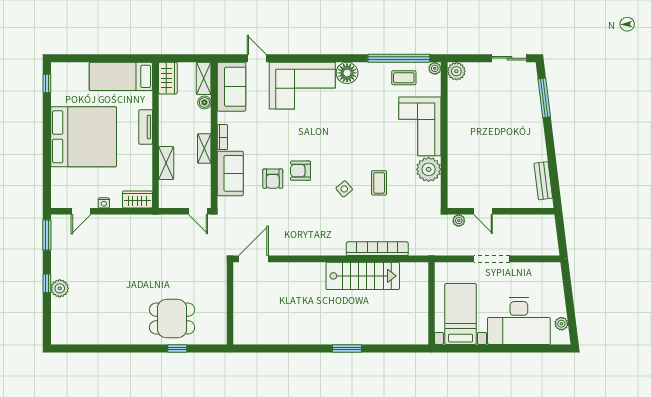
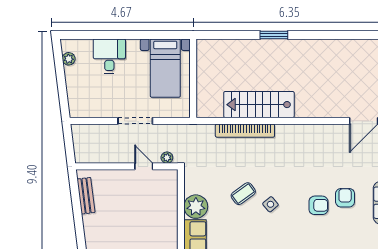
coffee table: (379, 183) -> (243, 194), turned 54
side table: (344, 189) -> (270, 204), moved
desk: (519, 321) -> (109, 56), width x0.53, depth x0.77

